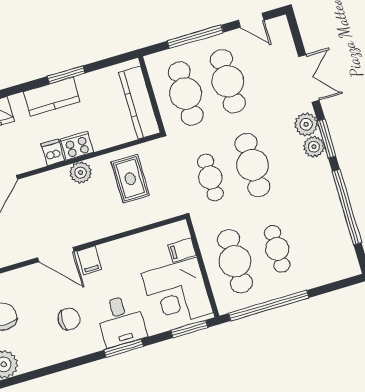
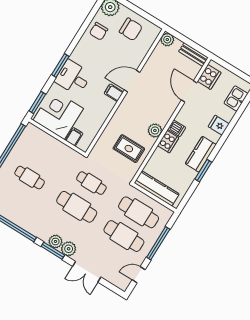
cafe table: (235, 261) -> (44, 154), removed
chair: (69, 319) -> (99, 31), moved

